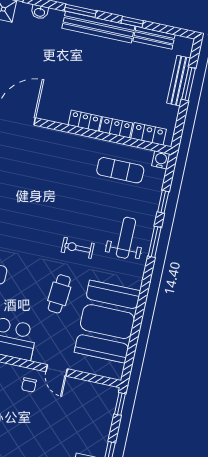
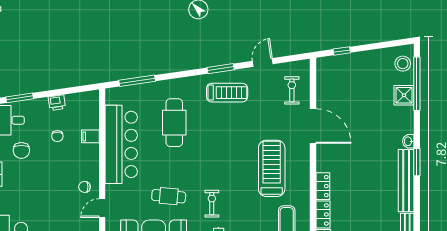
washbasin: (40, 12) -> (408, 141), moved
window: (132, 22) -> (417, 209), removed
treadmill: (53, 173) -> (272, 168), added

